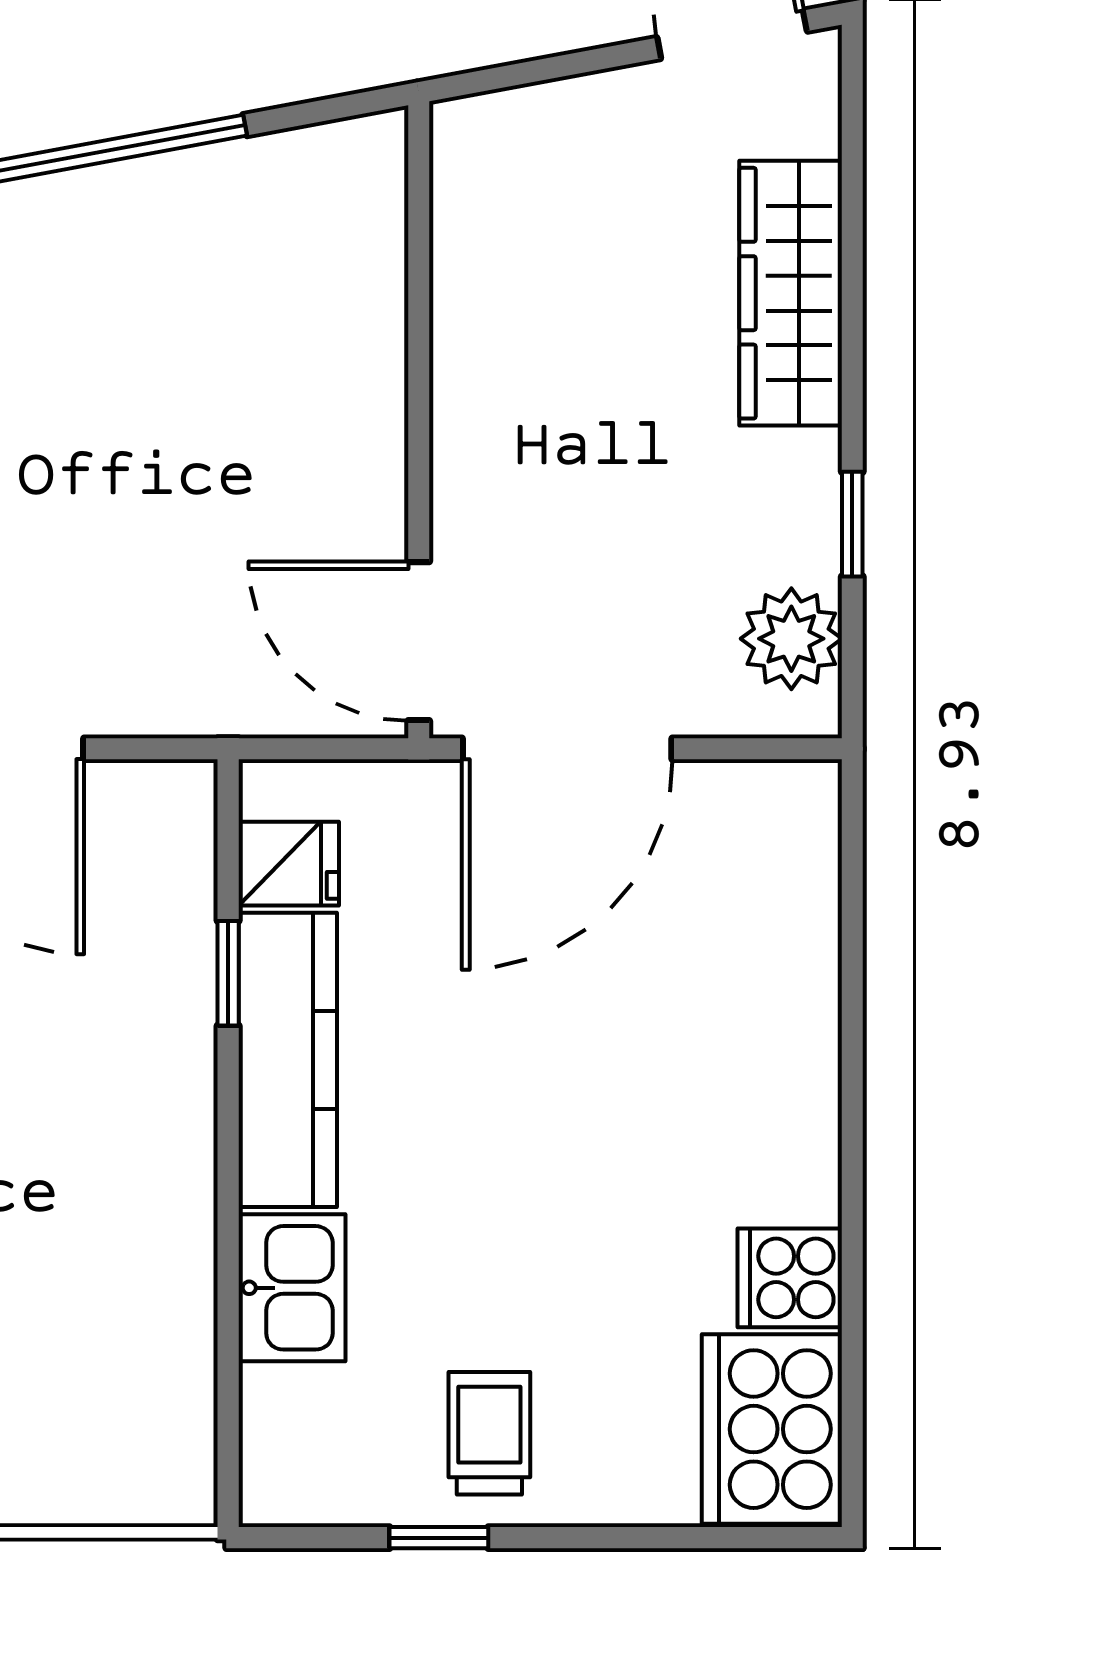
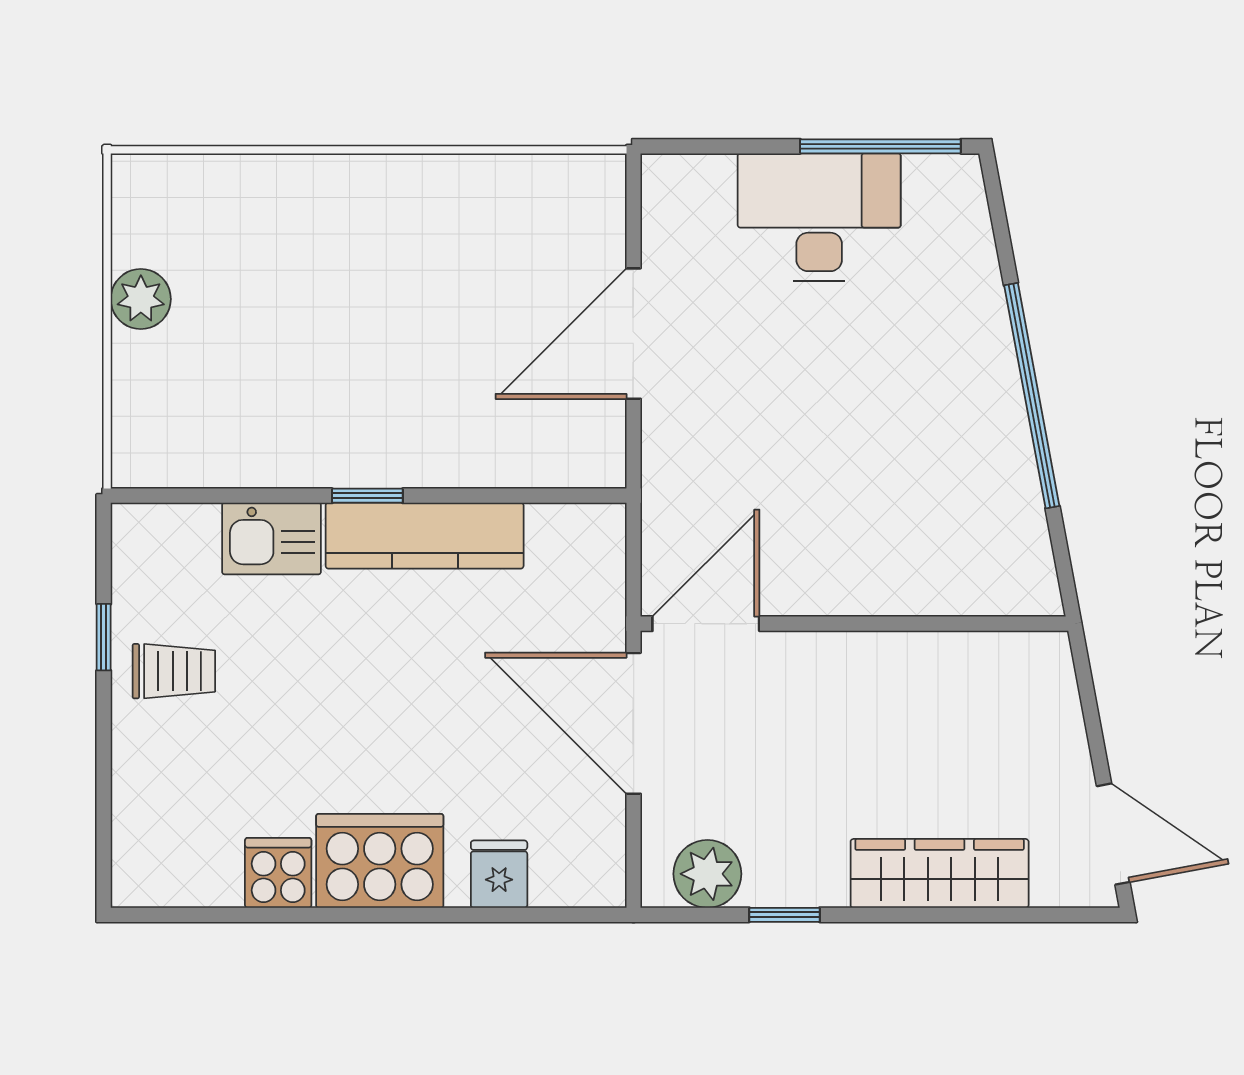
fridge: (289, 864) -> (499, 874), moved, turned 180
window: (228, 973) -> (367, 496), moved
cooker: (772, 1429) -> (380, 861), moved

